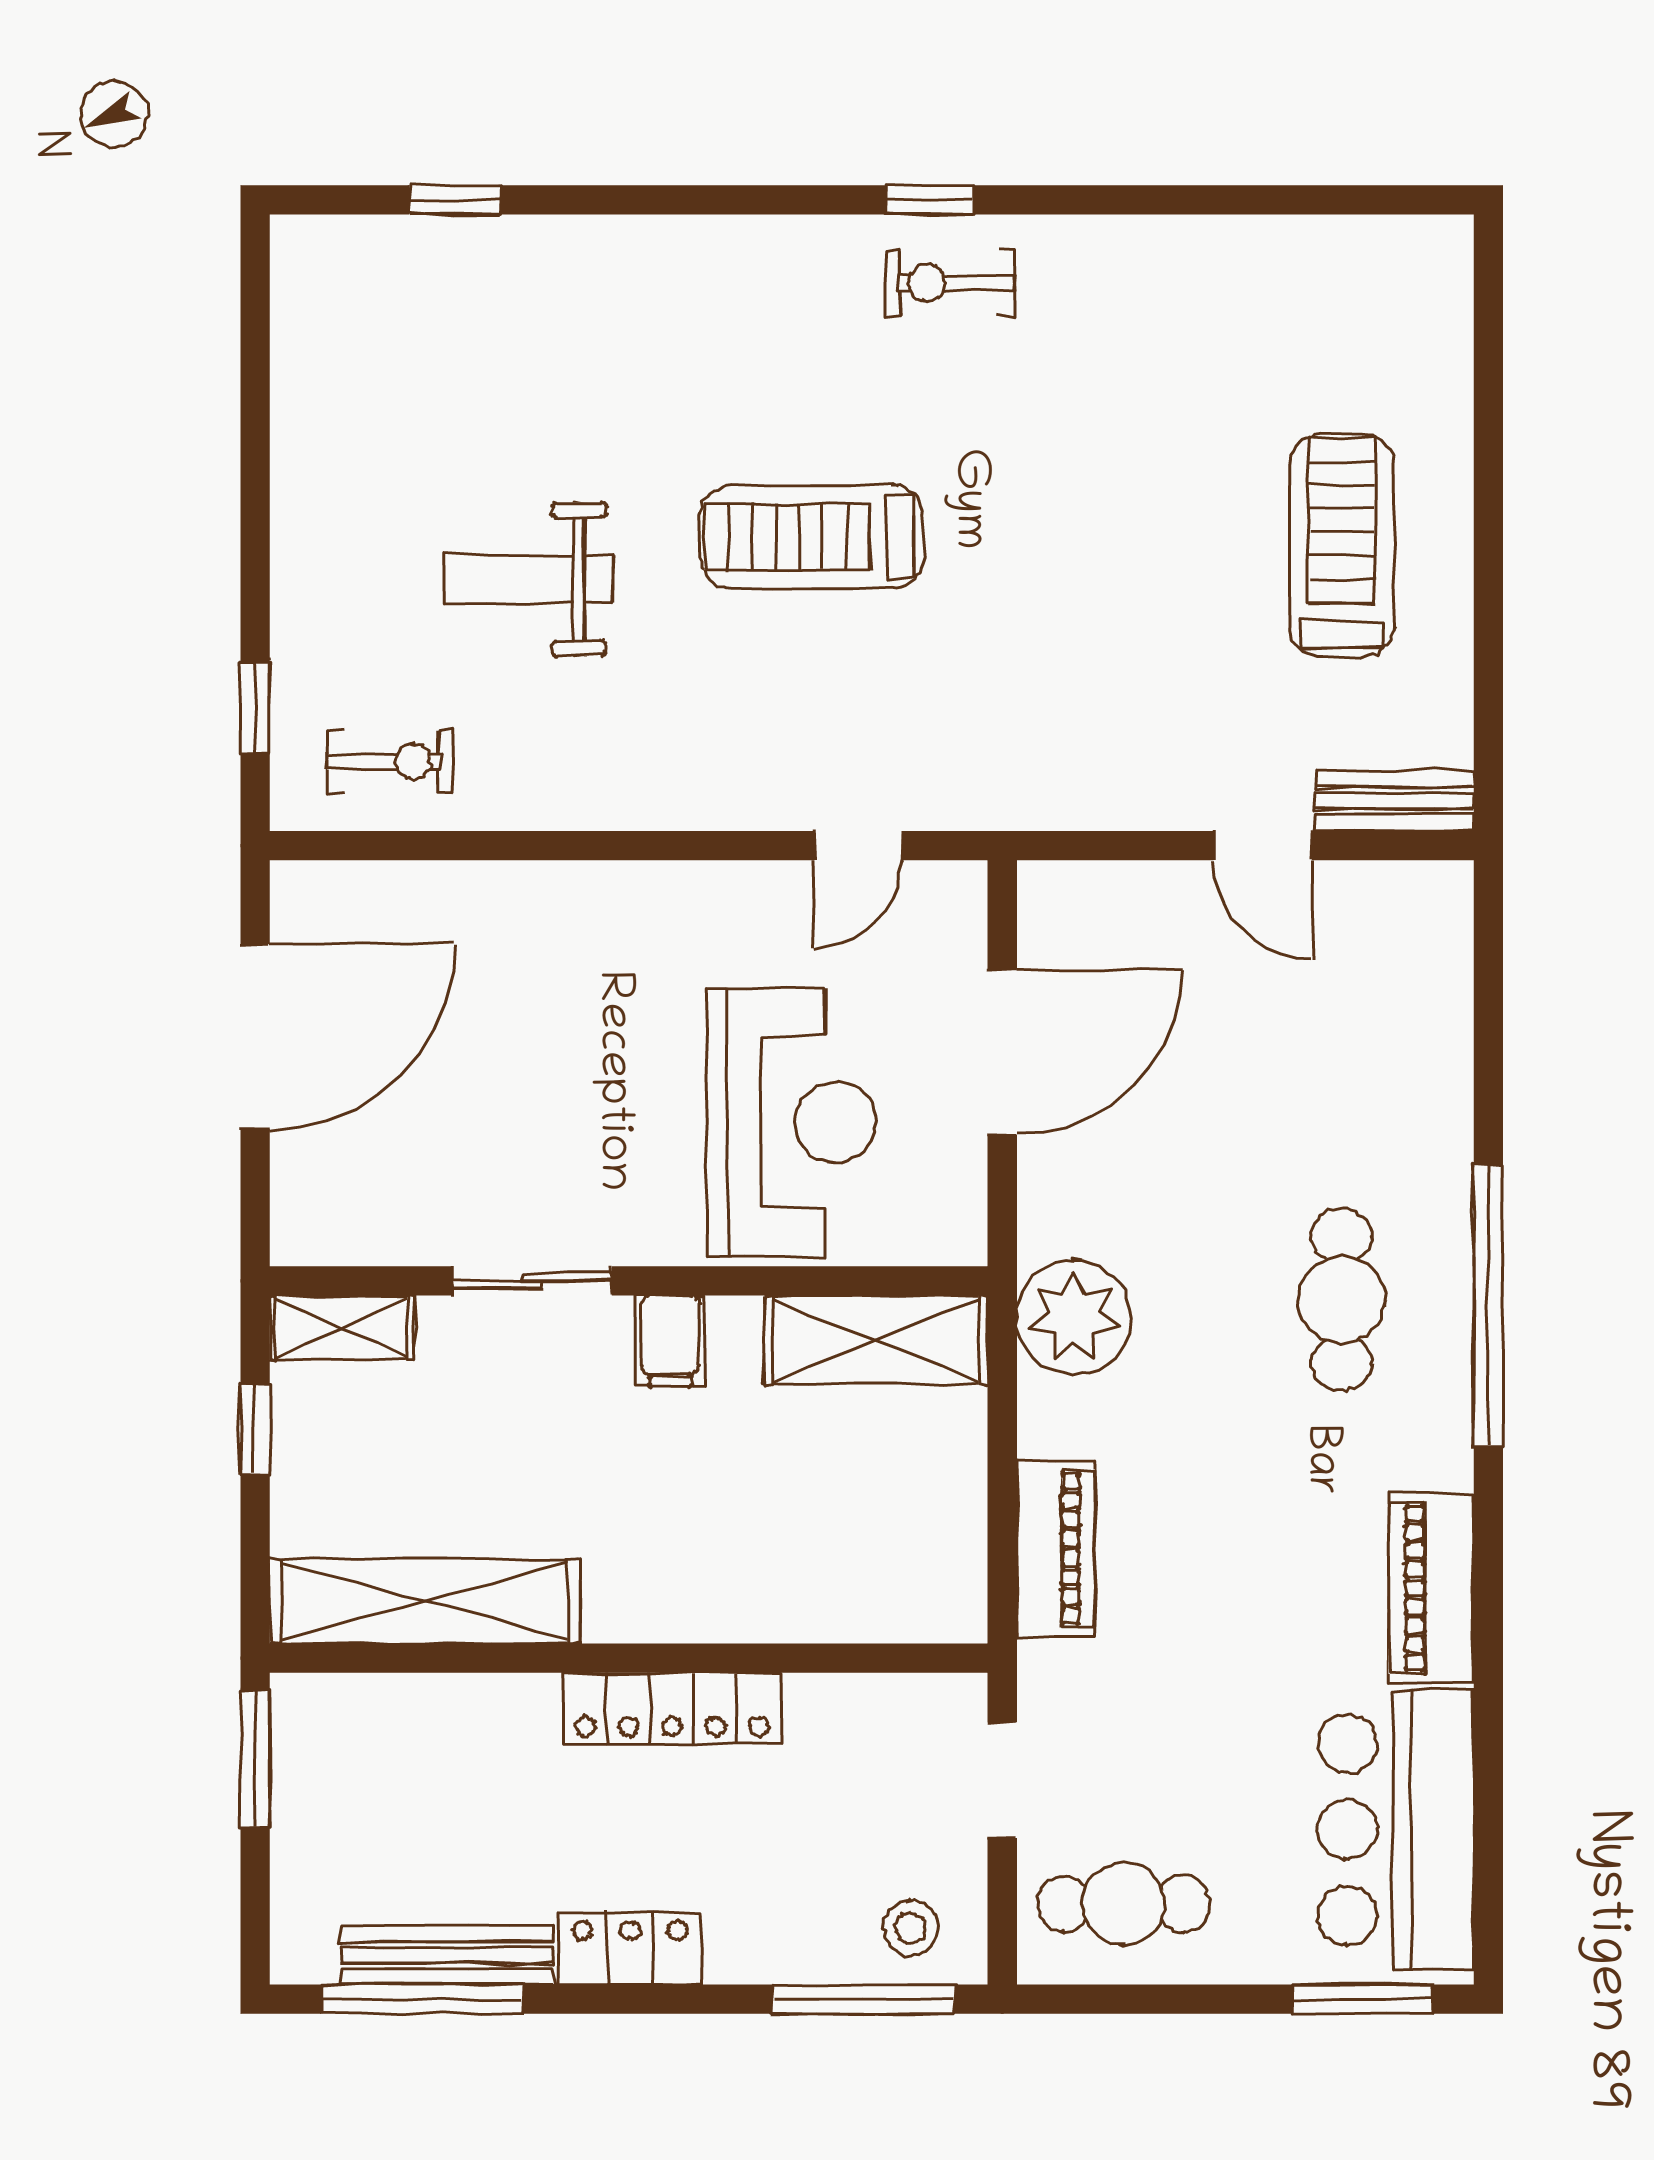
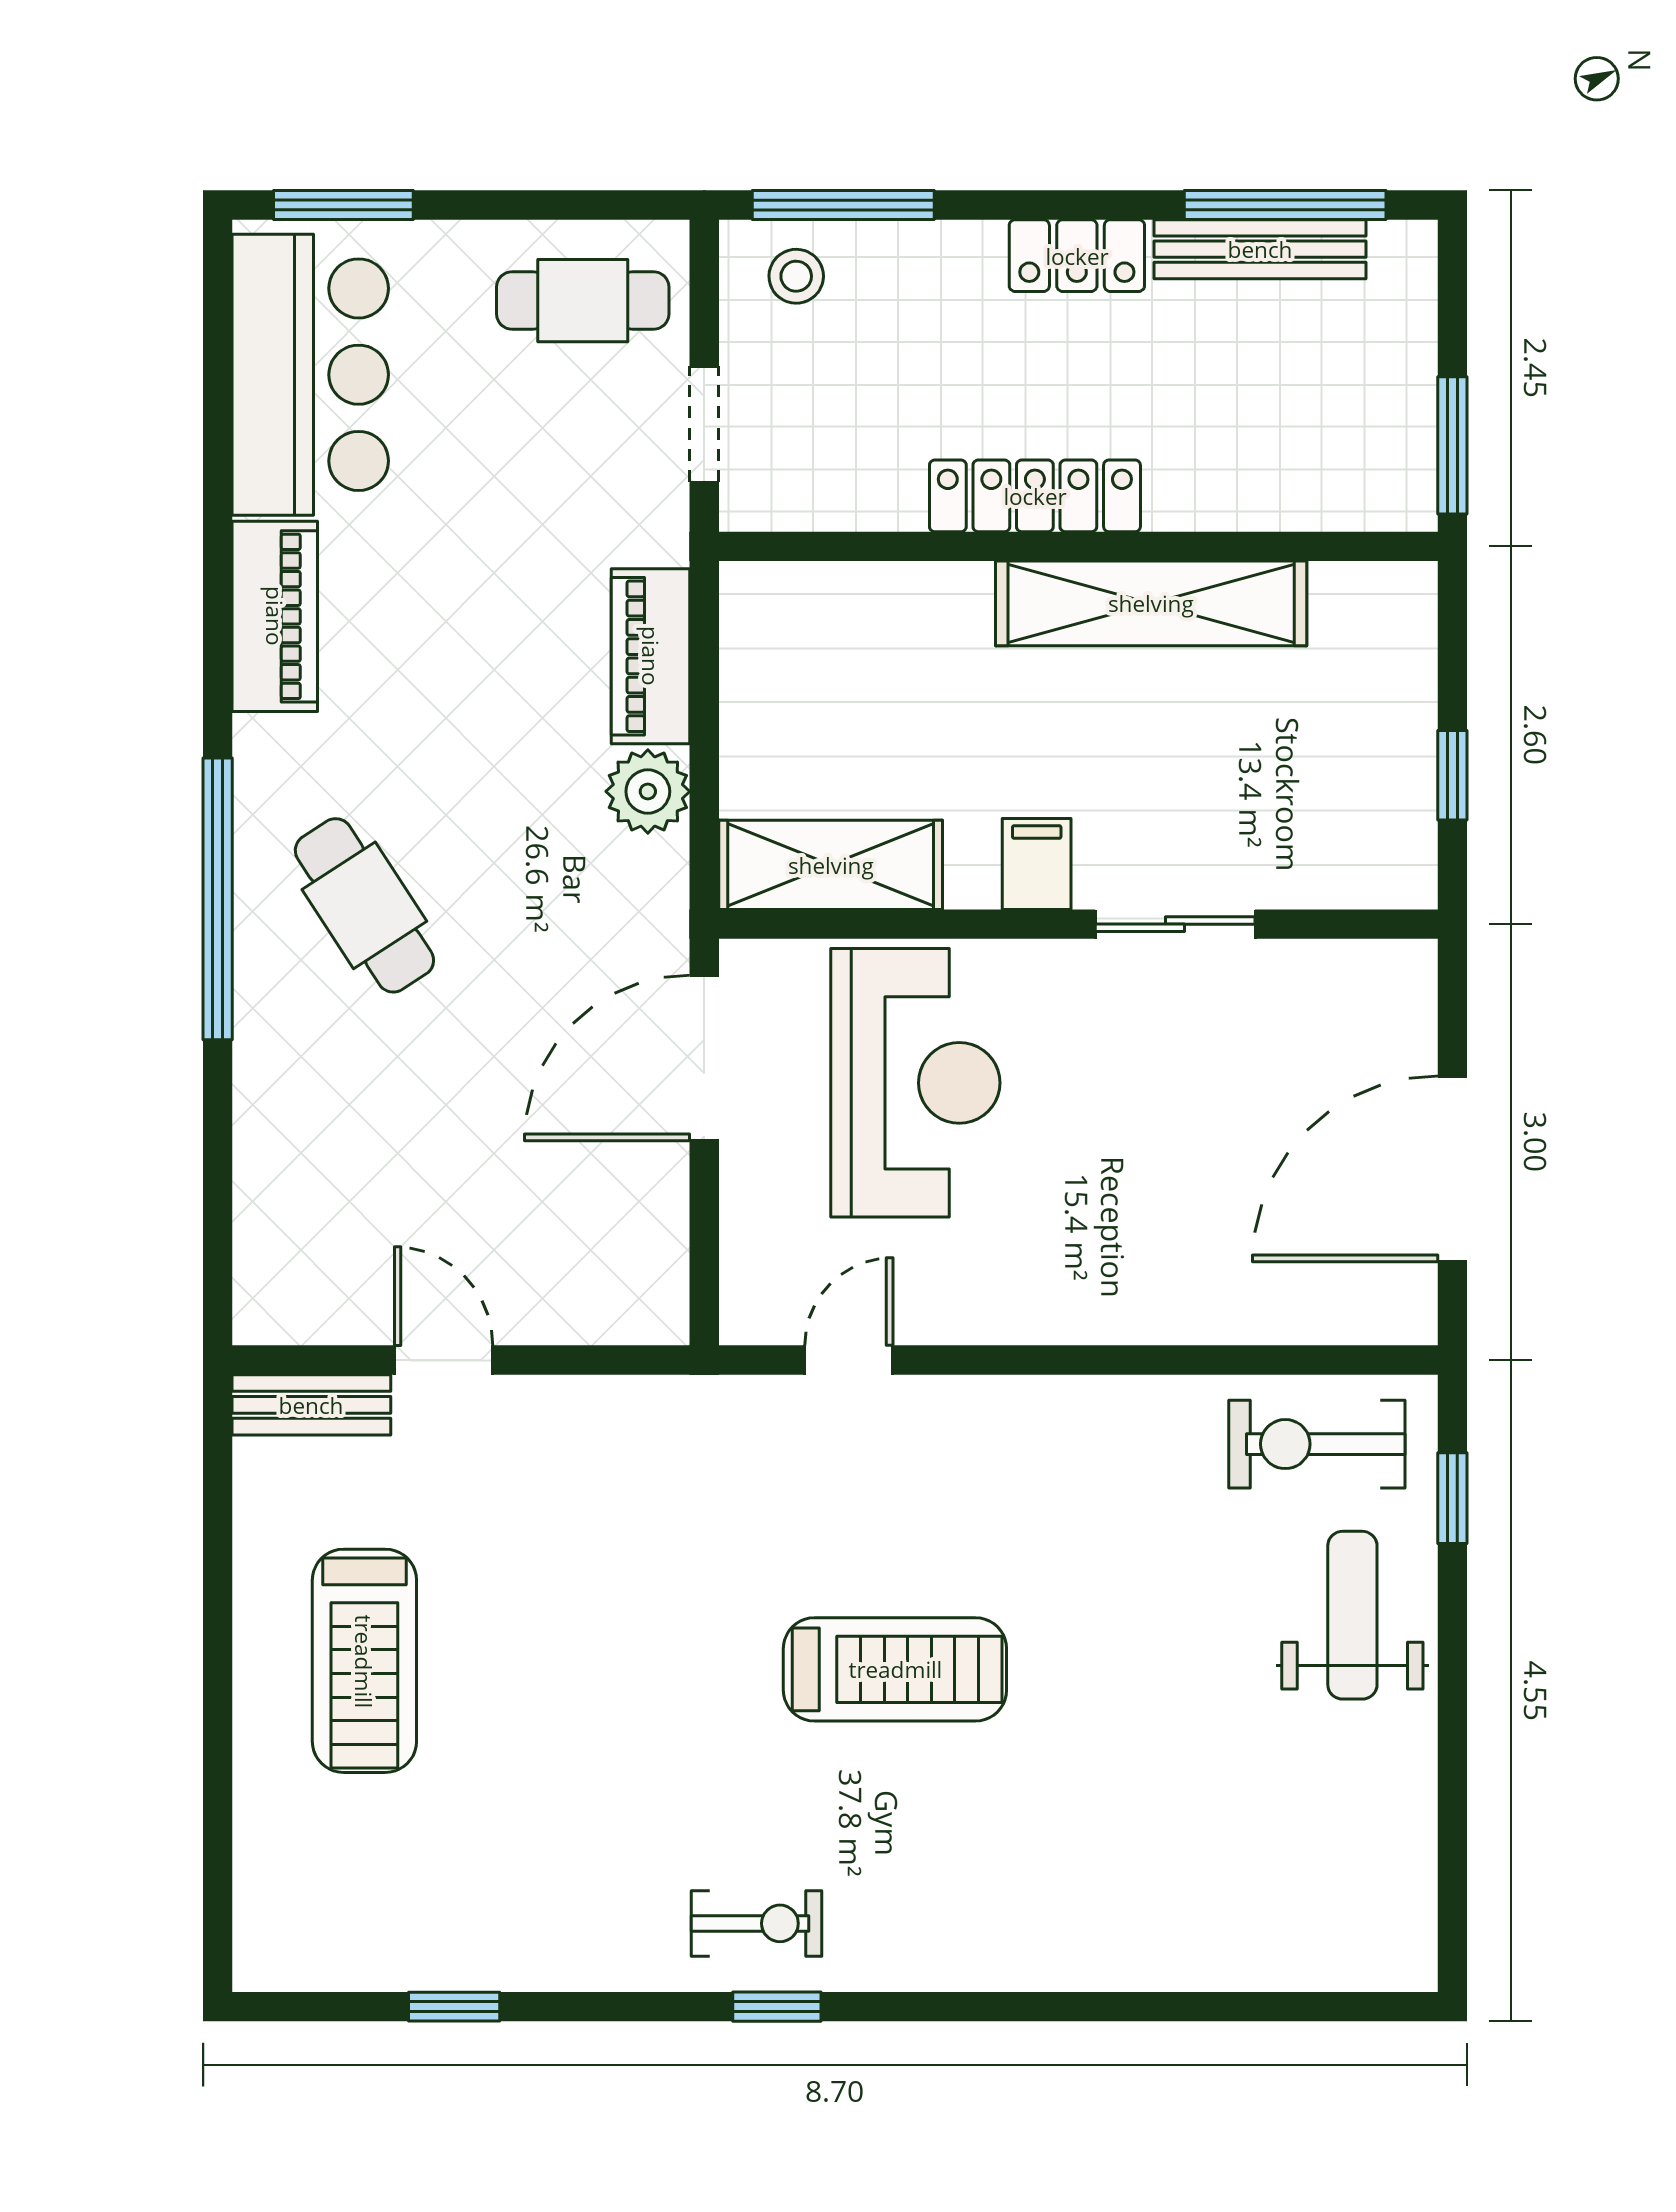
window: (455, 200) -> (454, 2007), moved
weight bench: (529, 579) -> (1352, 1615), moved, turned -90
exercise bike: (390, 762) -> (1317, 1444), width x1.38, depth x1.39
door: (1002, 1052) -> (704, 1058), moved
reception desk: (791, 1122) -> (915, 1083), turned 180
cafe table: (1342, 1300) -> (364, 905), turned -33
plant: (1074, 1317) -> (648, 791), moved, width x0.73, depth x0.73
shelving: (341, 1328) -> (1366, 877), removed
shelving: (425, 1601) -> (1151, 603), moved

